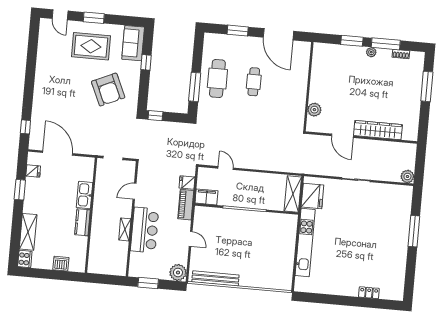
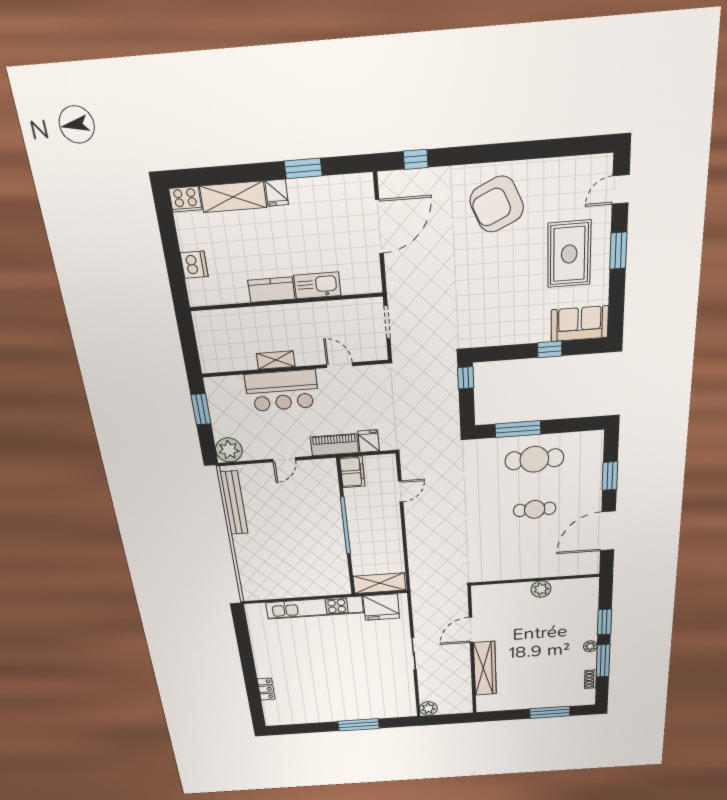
armchair: (108, 90) -> (497, 204), moved
plant: (314, 110) -> (541, 589), moved
fridge: (33, 171) -> (277, 193), moved

